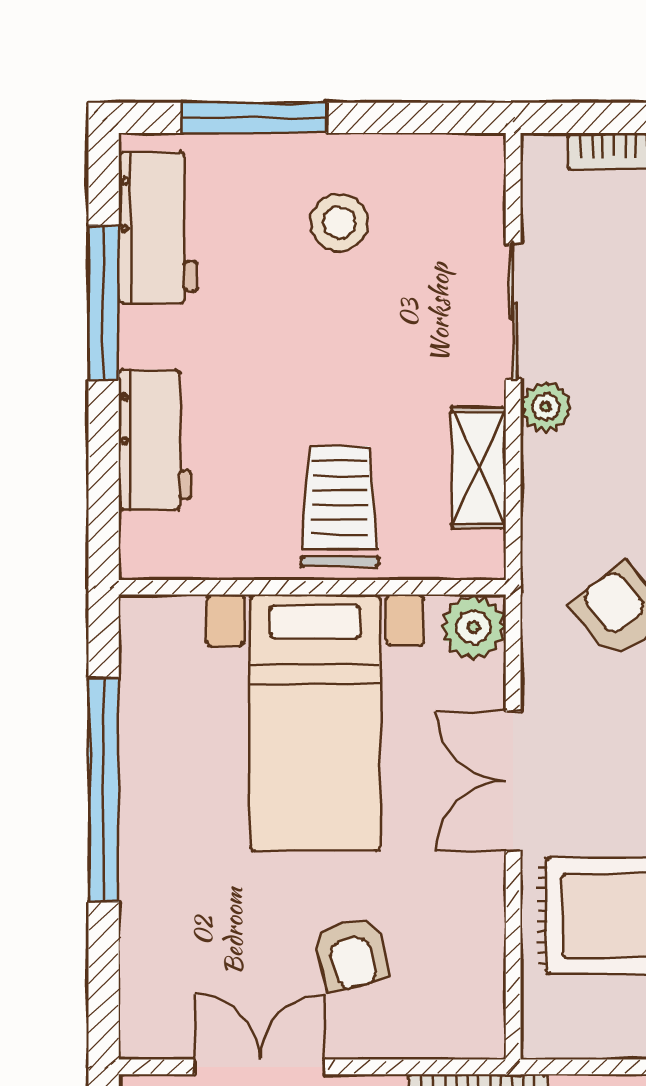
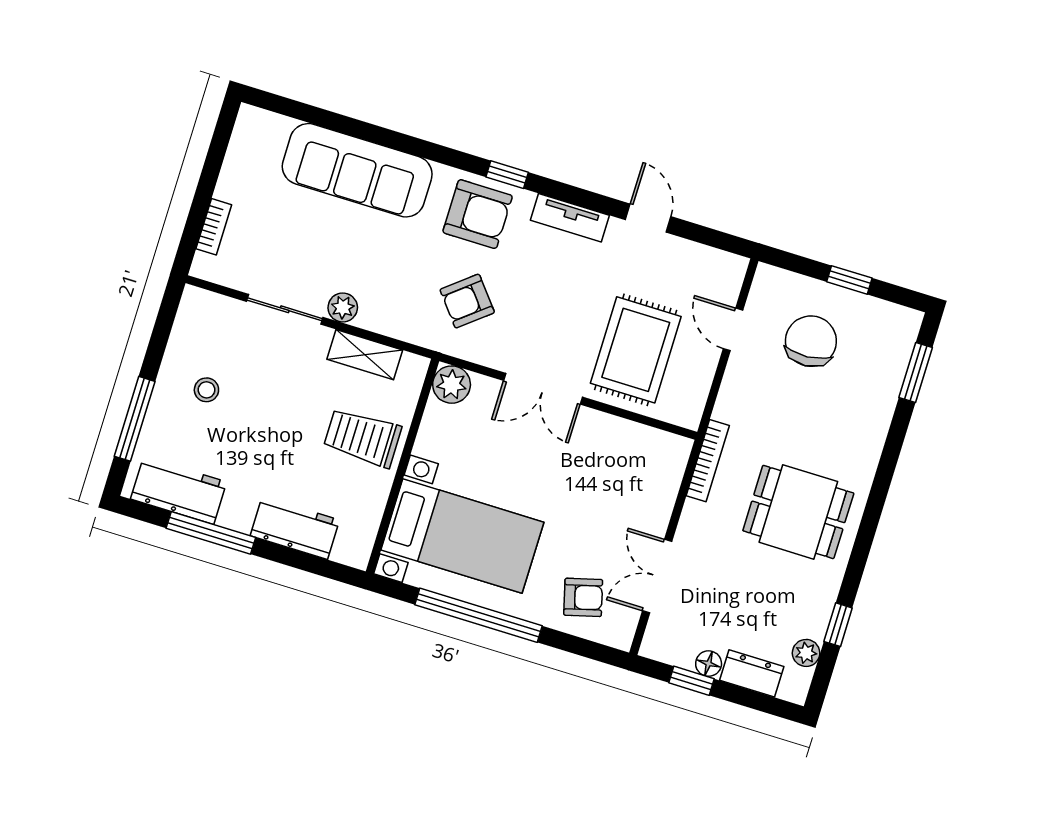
stool: (339, 222) -> (206, 390), width x0.73, depth x0.73
bed with nightstands: (315, 723) -> (462, 536), moved
armchair: (351, 954) -> (583, 597), moved

